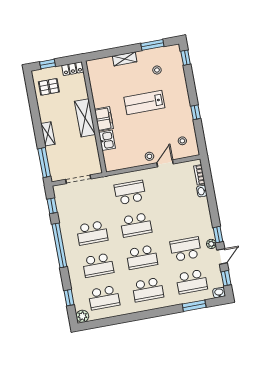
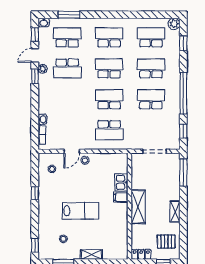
filing cabinet: (104, 119) -> (121, 197), width x0.50
shelving: (48, 134) -> (175, 211), moved

